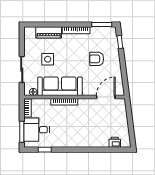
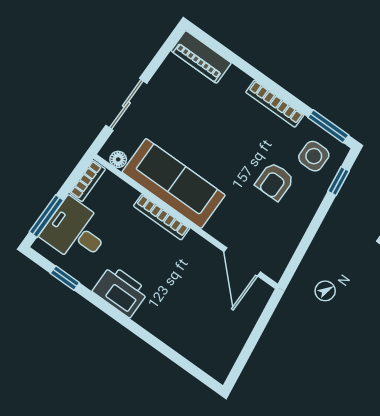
piano: (49, 32) -> (201, 57), moved
side table: (48, 59) -> (314, 156), moved
armchair: (97, 59) -> (275, 181), turned -90
door: (106, 97) -> (242, 262), swing flipped
printer: (115, 142) -> (121, 291), moved, width x1.87, depth x1.48

